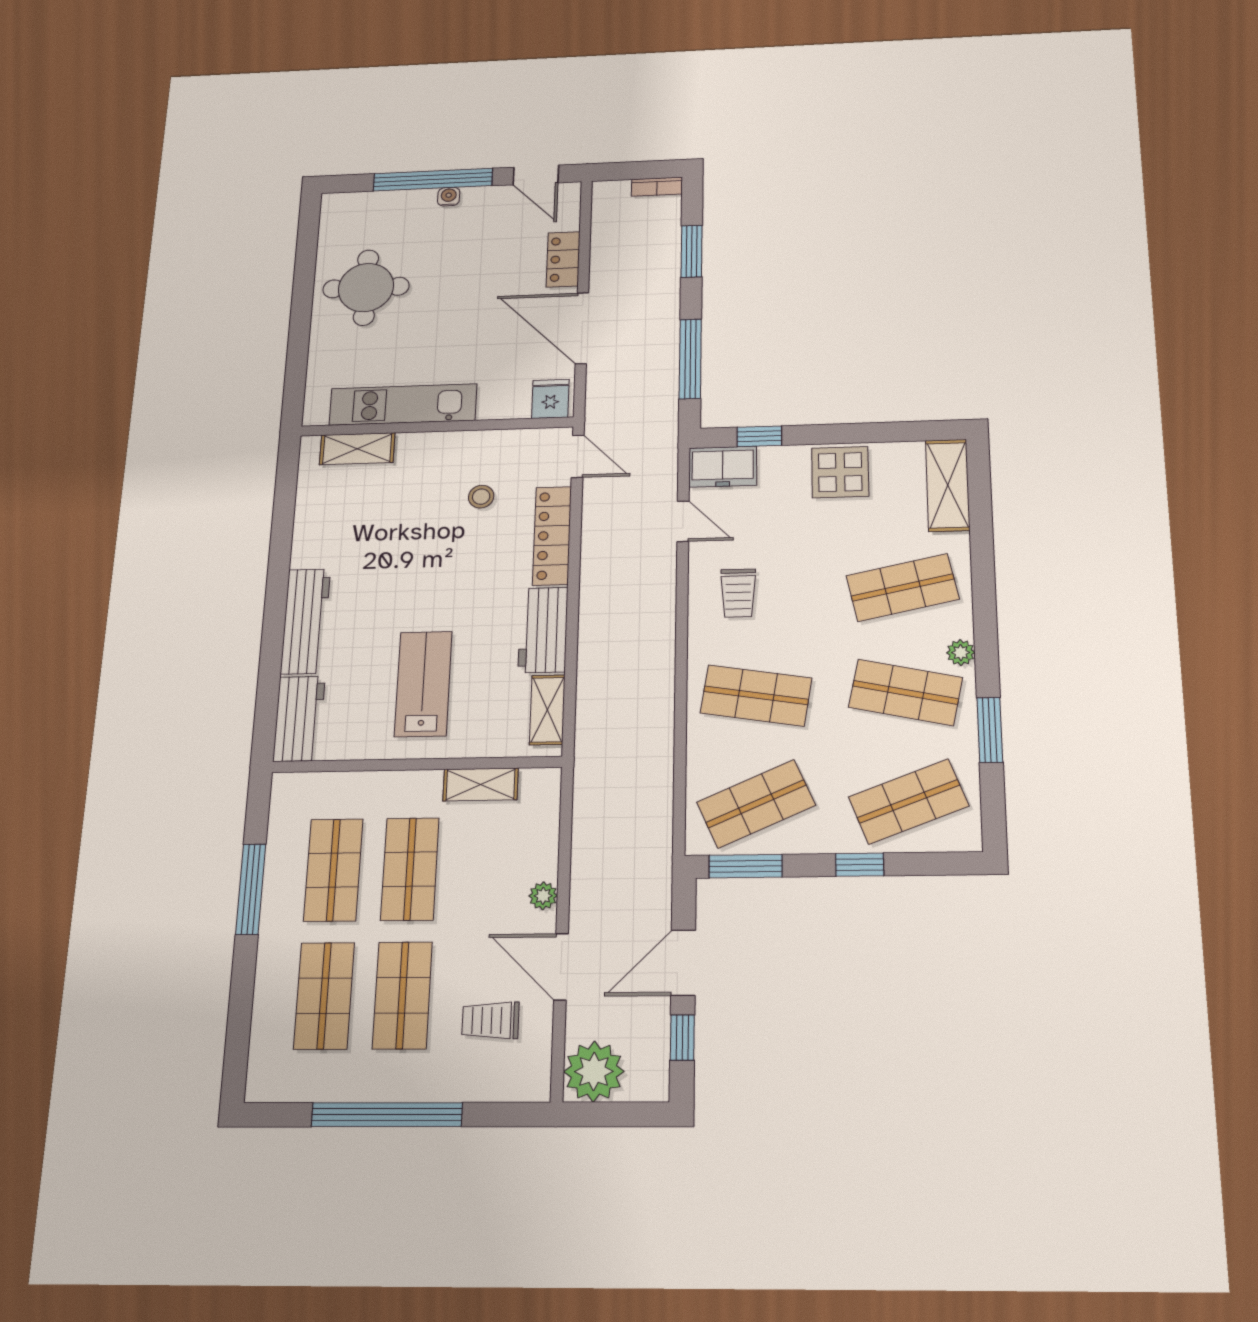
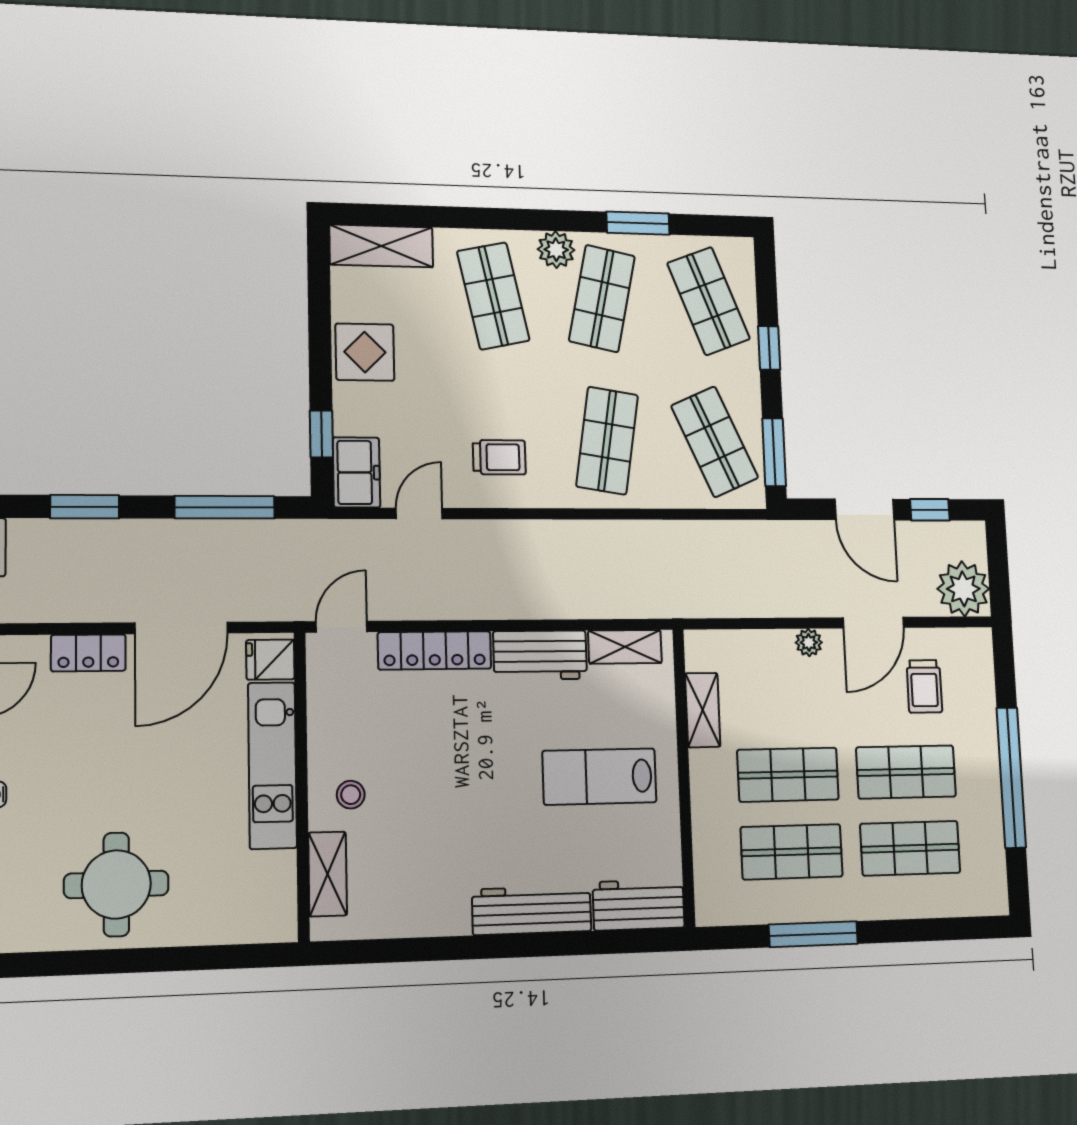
kitchen unit: (403, 405) -> (272, 765), moved
stool: (481, 497) -> (351, 795), moved
plant: (961, 653) -> (556, 250), width x1.38, depth x1.38

